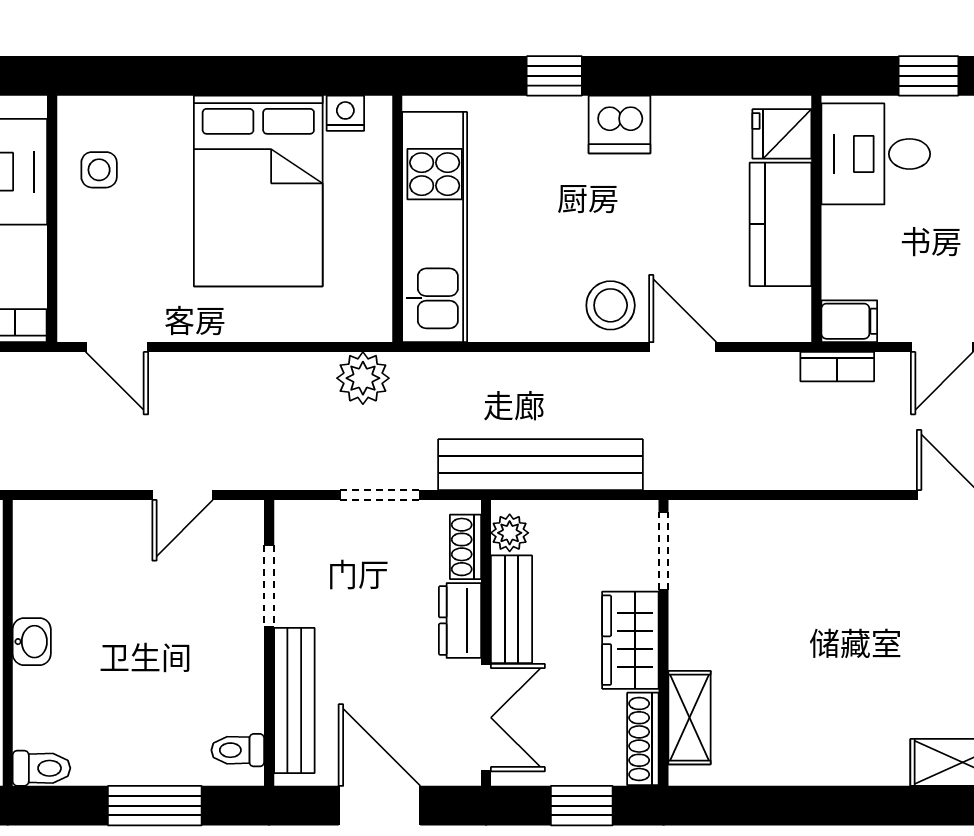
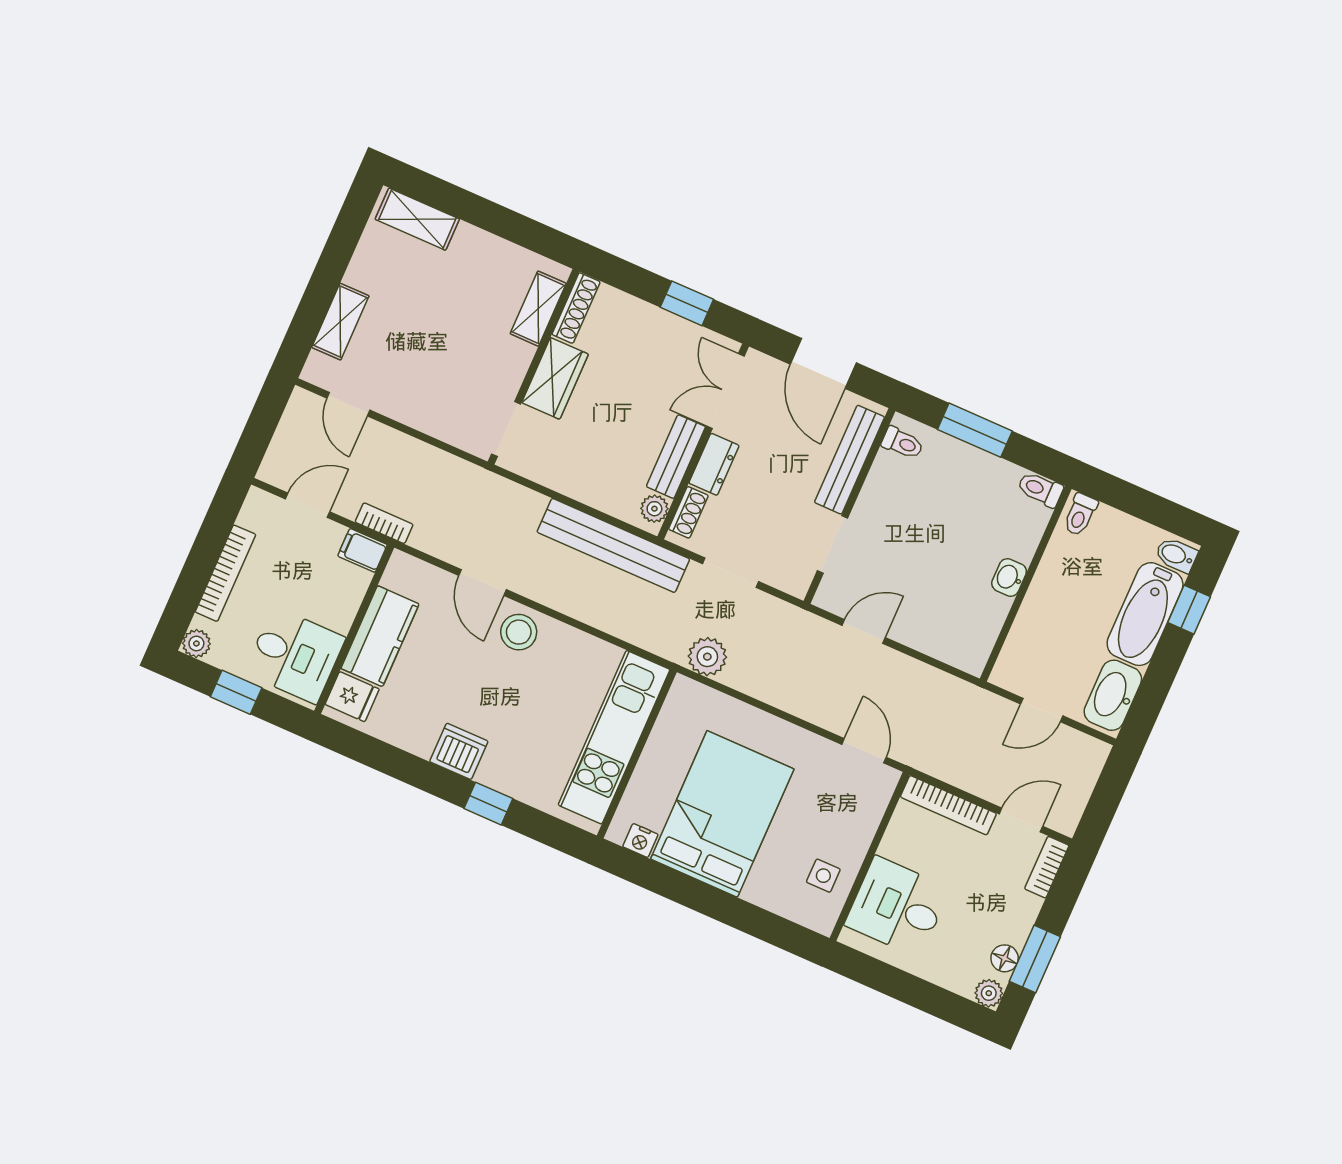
doorway: (664, 551) -> (506, 429), moved
wardrobe: (630, 640) -> (555, 378), moved
wall: (664, 643) -> (534, 367), moved
shelving: (690, 718) -> (538, 309), moved
shoe rack: (643, 739) -> (576, 308), moved

